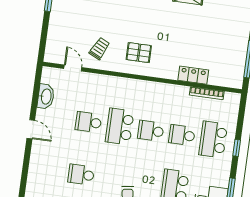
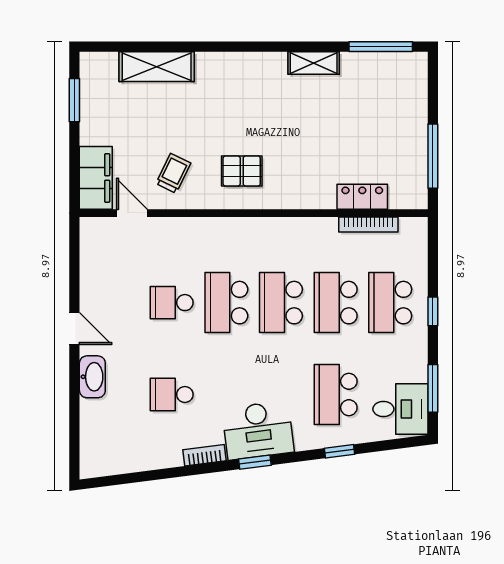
filing cabinet: (55, 45) -> (96, 178), added
locker: (193, 75) -> (362, 197), moved
washbasin: (46, 96) -> (92, 377), moved
school desk: (151, 131) -> (281, 303), width x1.85
school desk: (182, 135) -> (336, 303), width x1.85

